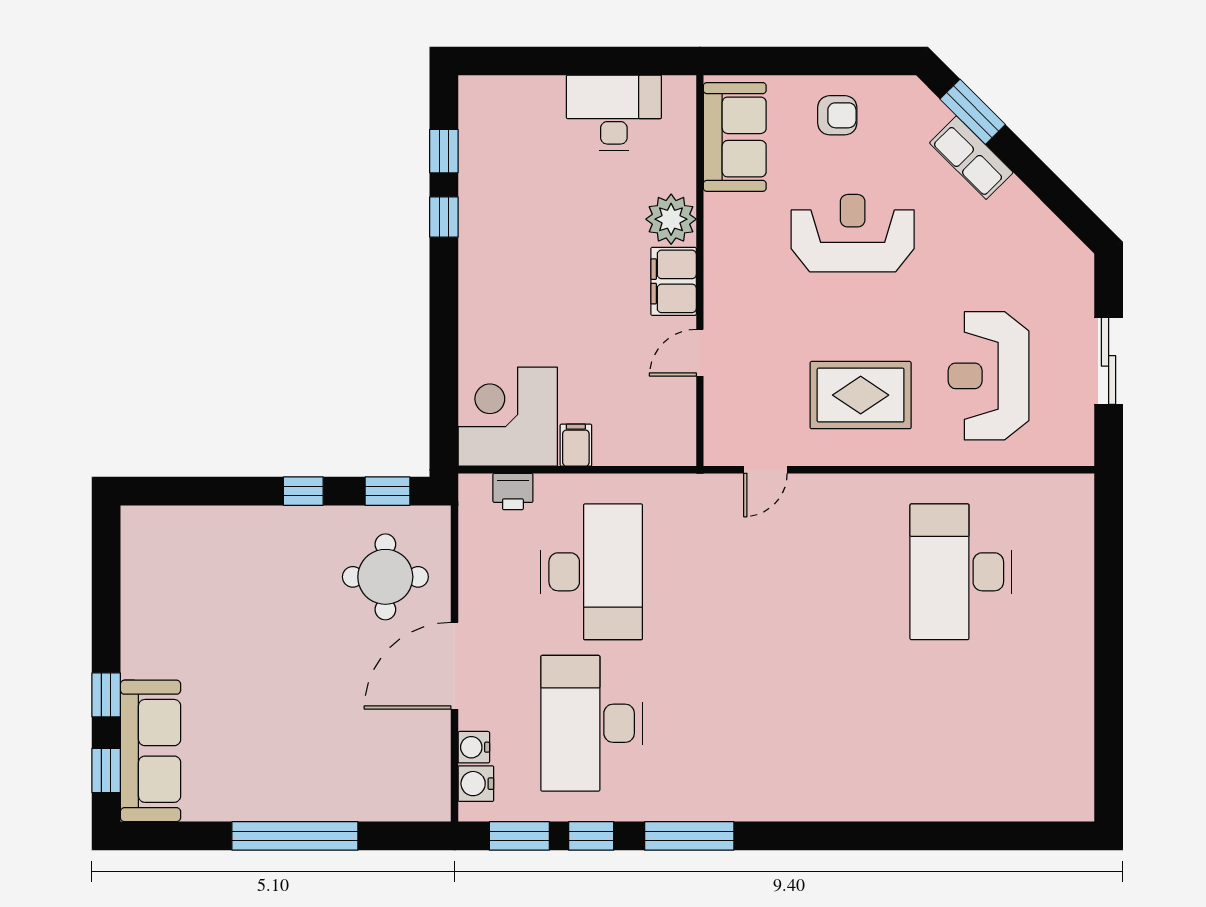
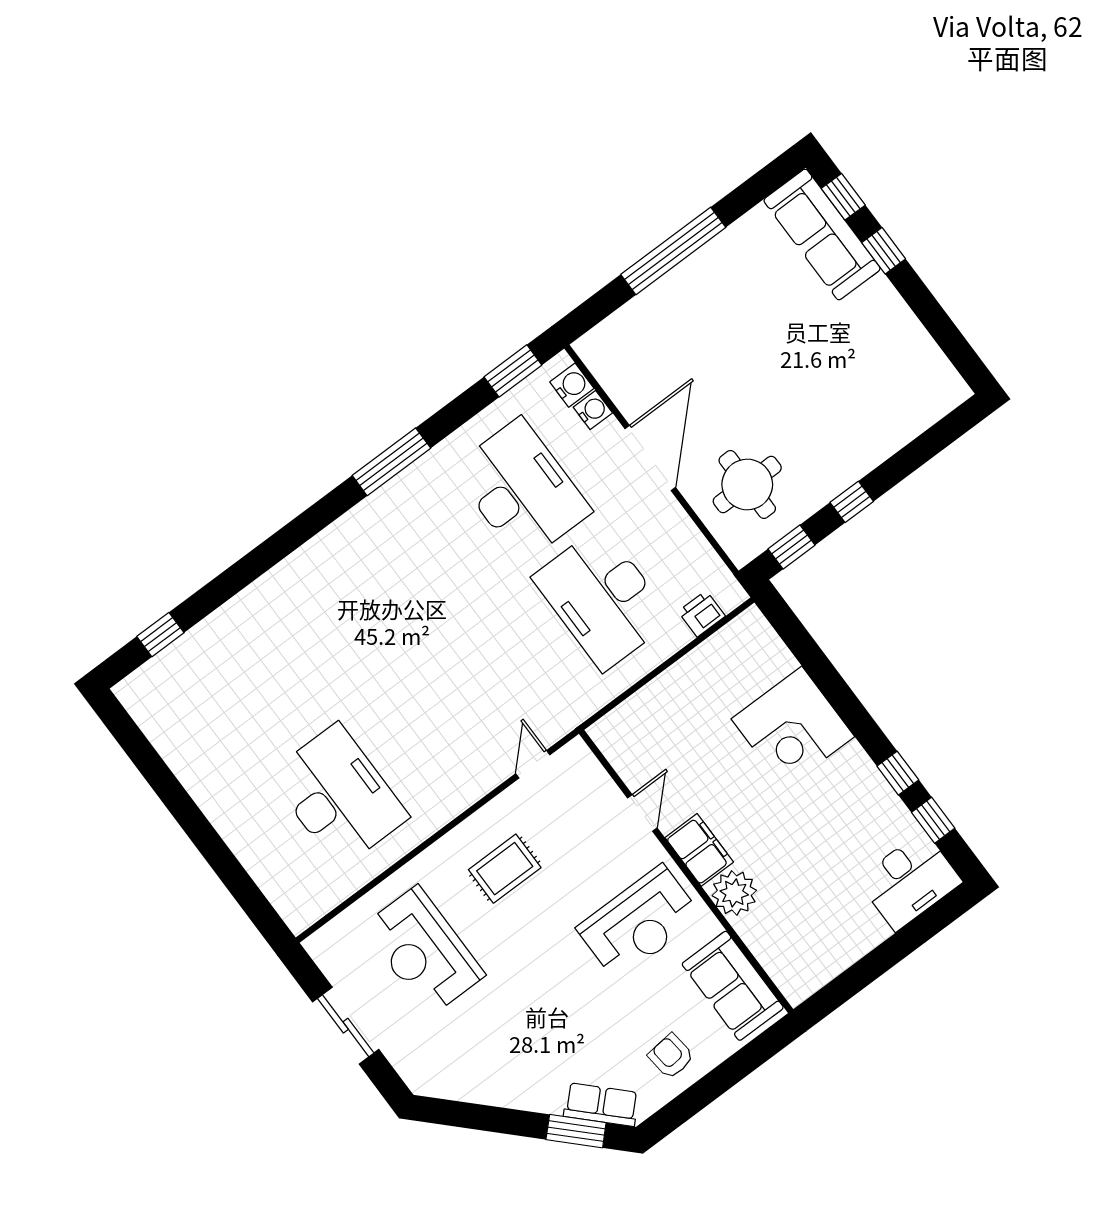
desk: (614, 113) -> (909, 881), moved
armchair: (837, 115) -> (671, 1056), turned 84
row of seats: (971, 158) -> (601, 1105), moved
reception desk: (853, 233) -> (639, 923), moved
reception desk: (989, 376) -> (424, 951), turned 180
rug: (861, 395) -> (505, 869), width x0.73, depth x0.70
corner desk: (508, 417) -> (793, 728), moved, turned 90
filing cabinet: (576, 445) -> (681, 681), removed
window: (591, 836) -> (160, 635), moved

